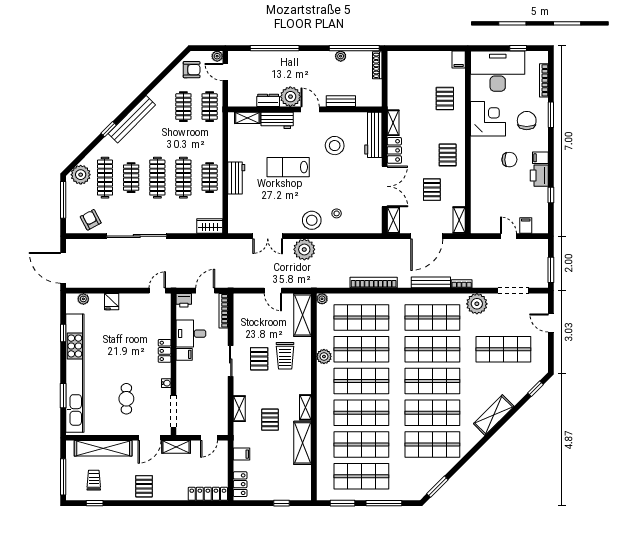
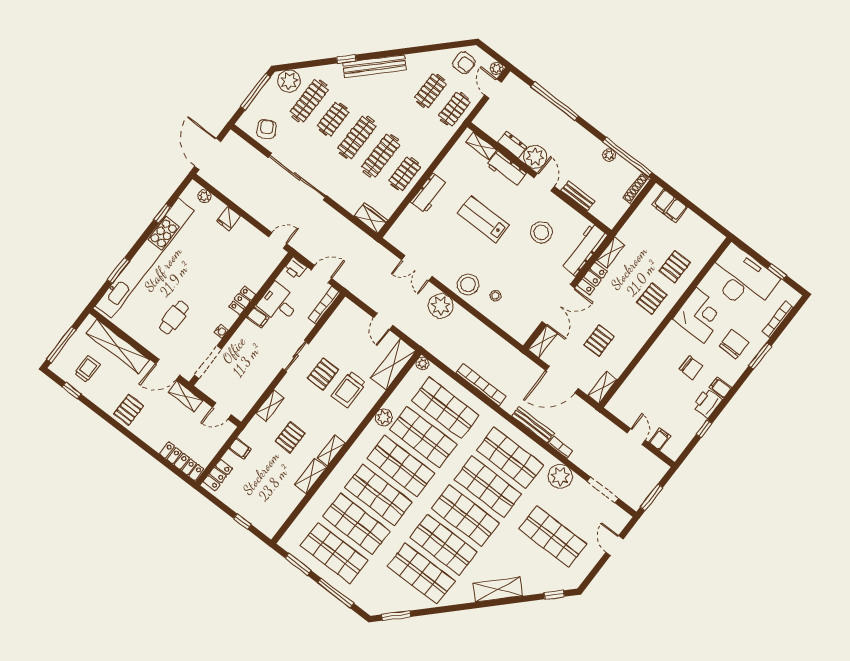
filing cabinet: (459, 59) -> (670, 206), moved, width x2.00
pallet: (448, 155) -> (652, 299), moved
shelving: (302, 443) -> (311, 476), width x0.67, depth x0.75

